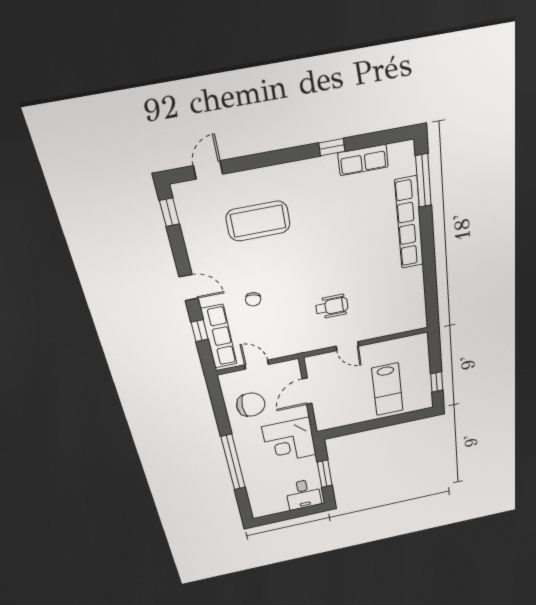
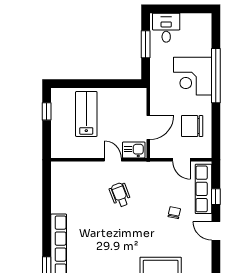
wheelchair: (332, 307) -> (120, 195), turned 69
kitchen sink: (322, 363) -> (134, 150), added
corner desk: (289, 441) -> (193, 76), moved, turned 180

